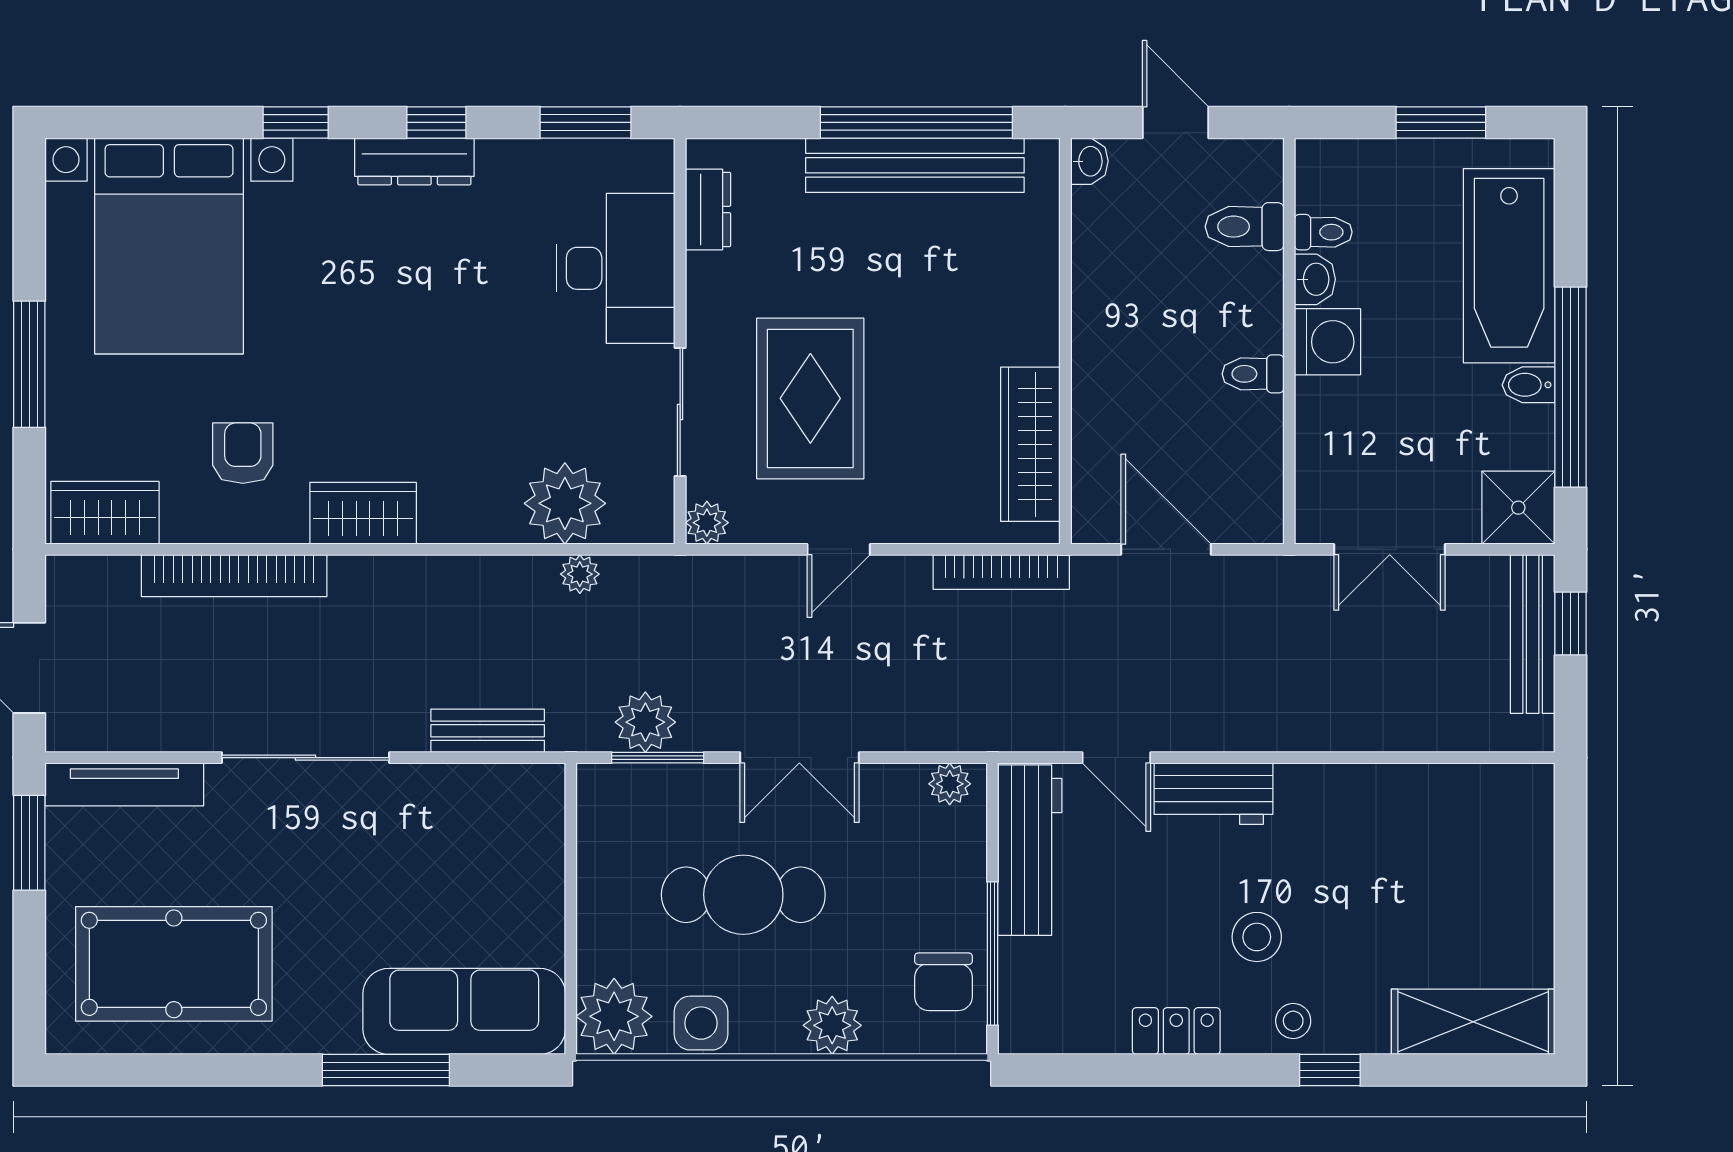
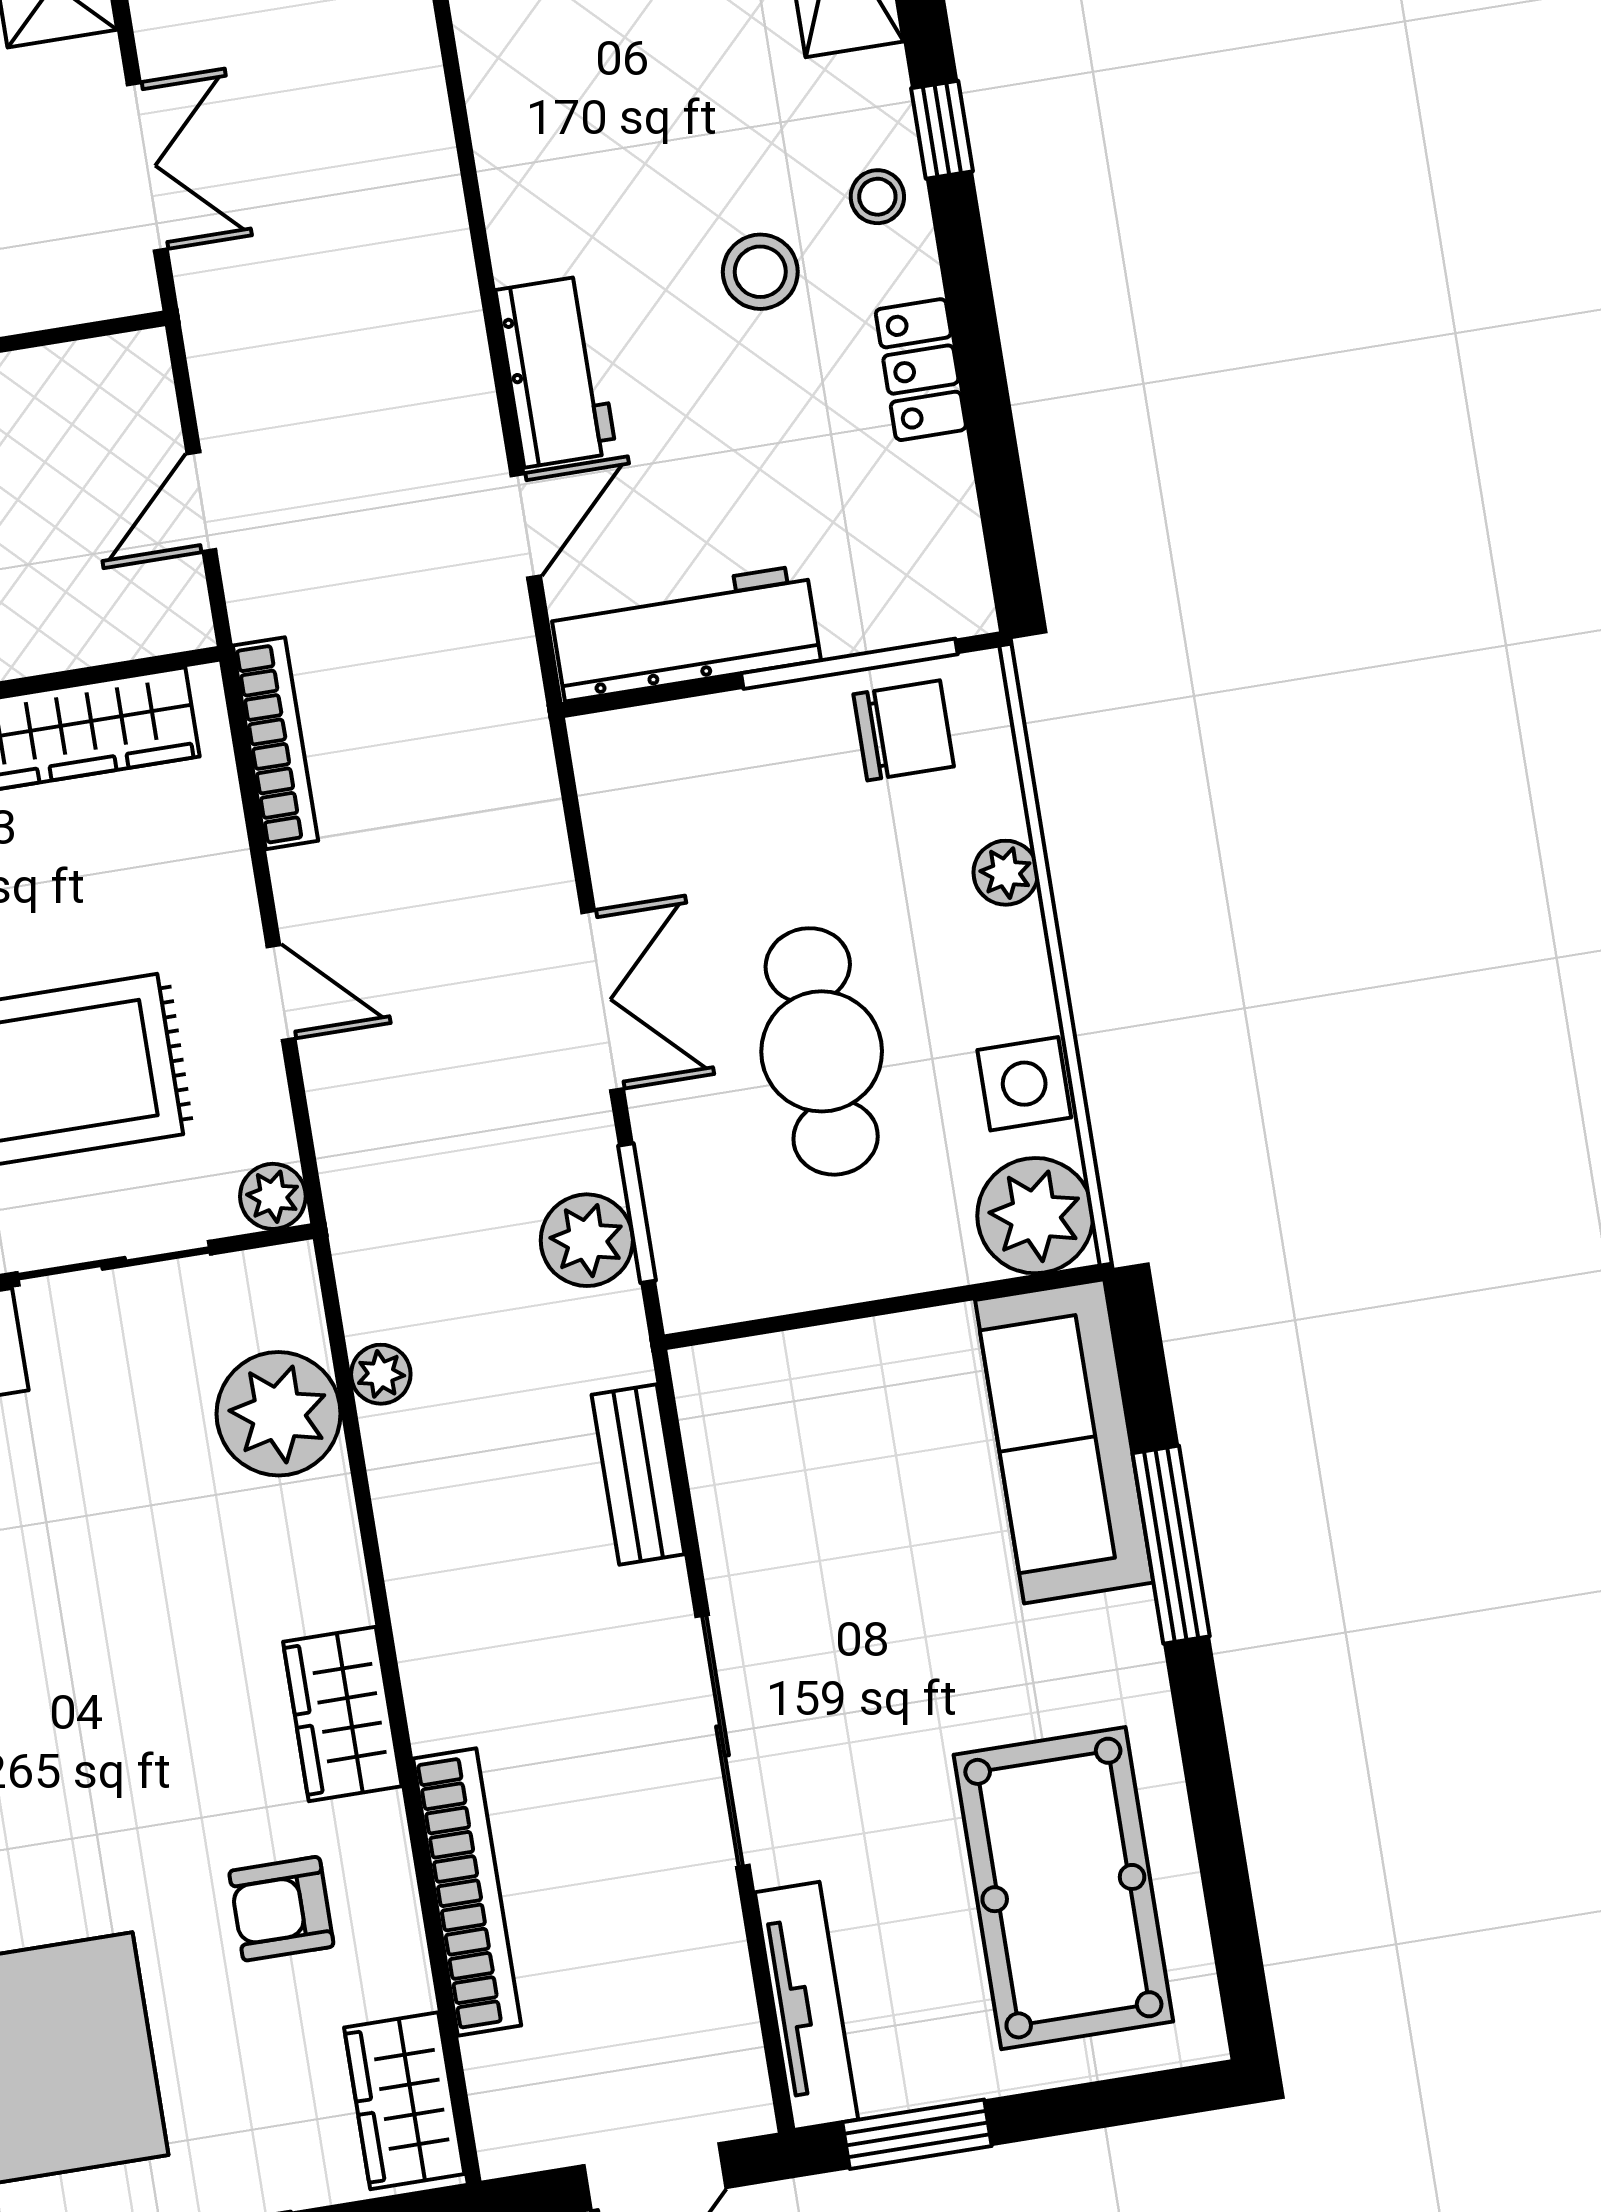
door: (1166, 549) -> (201, 502), width x0.73
plant: (950, 784) -> (605, 769), removed
plant: (832, 1025) -> (1006, 873), width x0.73, depth x0.73

